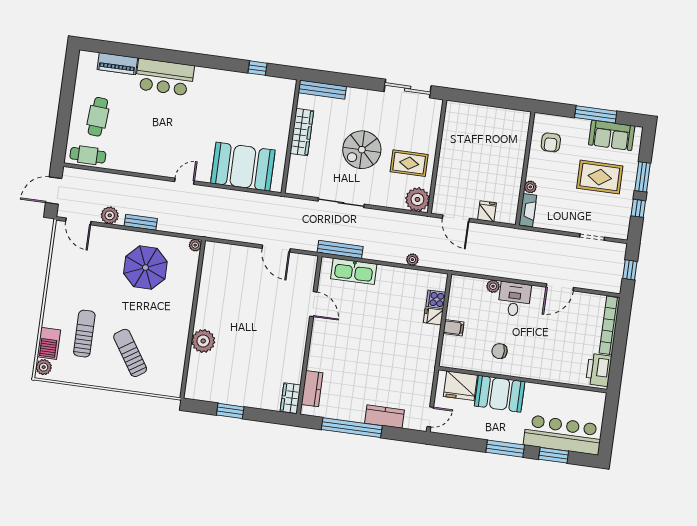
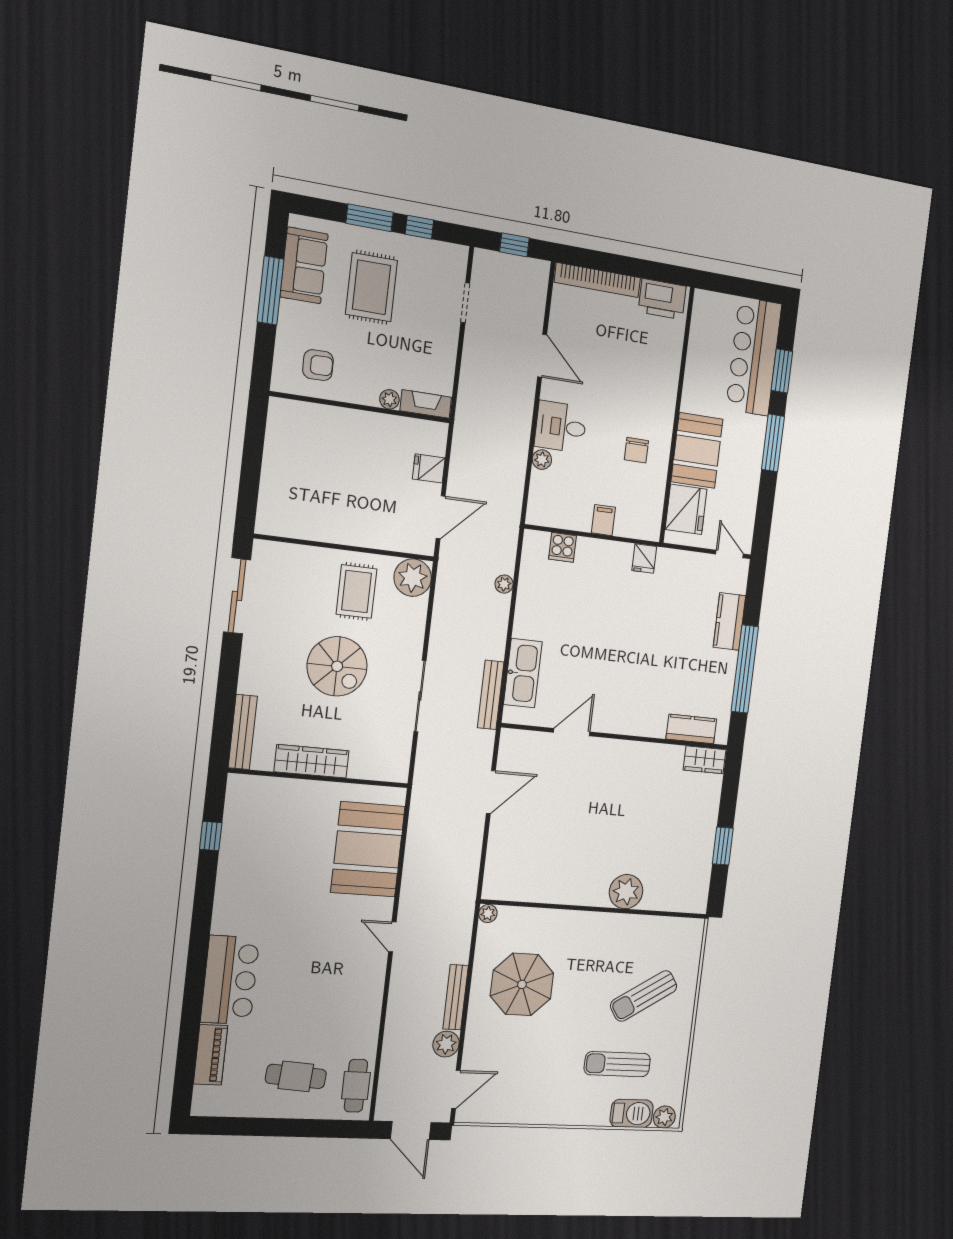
bench: (141, 222) -> (456, 997), width x1.36
fridge: (433, 316) -> (644, 558), moved

